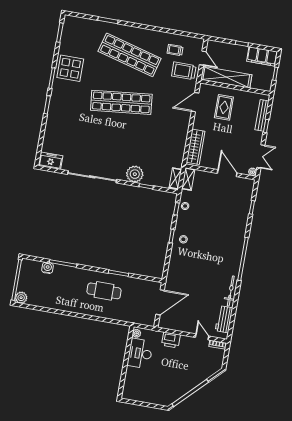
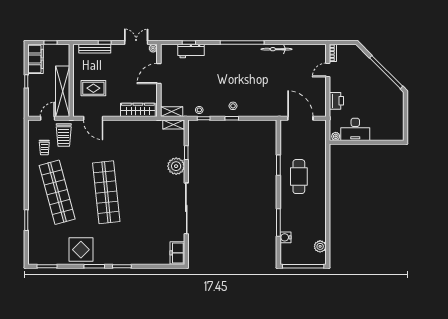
shop shelf: (130, 55) -> (57, 192), turned -30
plant: (21, 298) -> (320, 246), moved
workbench: (224, 319) -> (191, 51), moved

